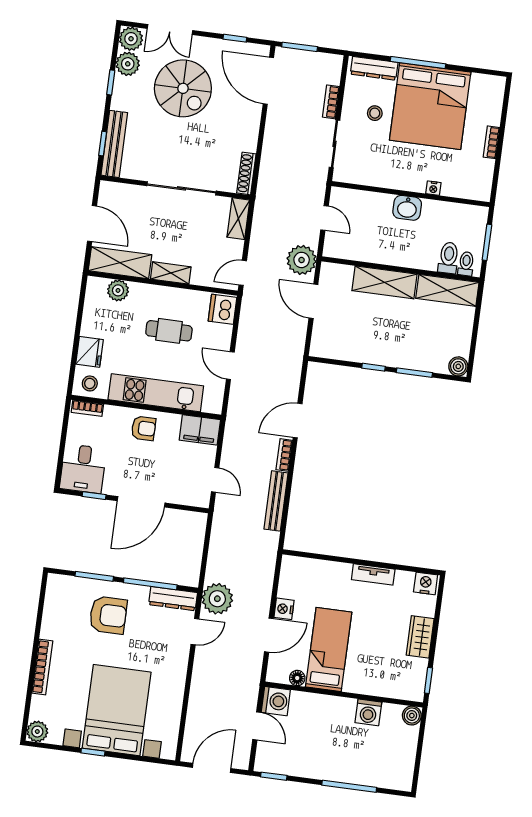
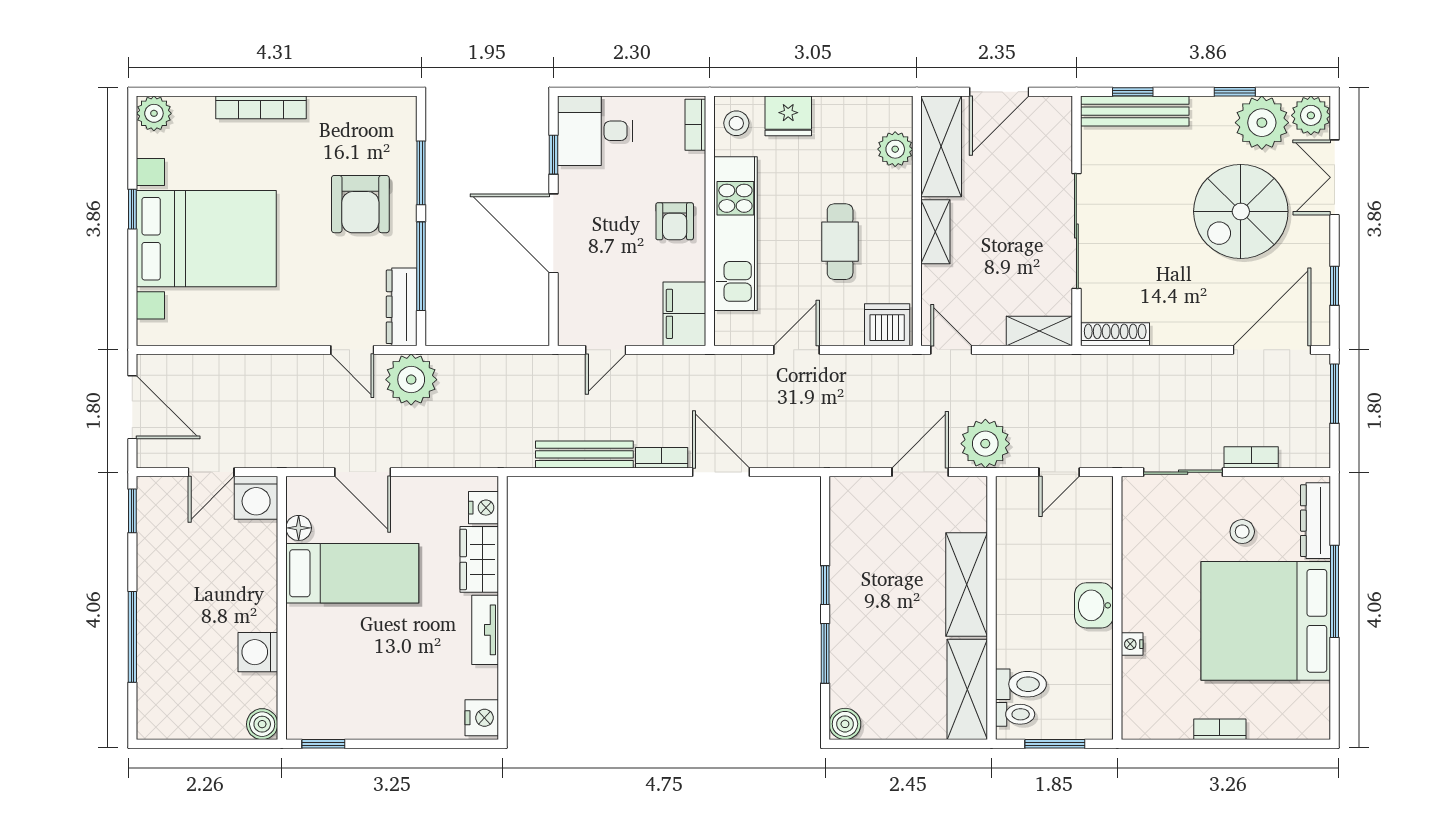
plant: (128, 64) -> (1262, 123), width x1.36, depth x1.36
nightstand: (284, 609) -> (484, 508), moved, turned 90
wardrobe: (420, 637) -> (479, 559), moved, turned -90

